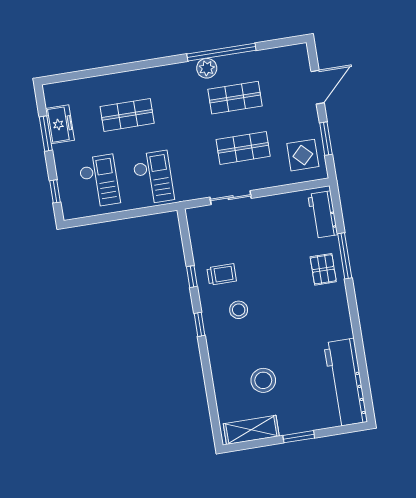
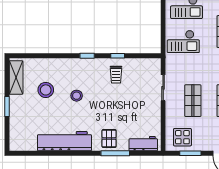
pallet: (323, 269) -> (109, 138), turned 90
stool: (239, 310) -> (77, 96), moved
workbench: (346, 382) -> (64, 141), moved

